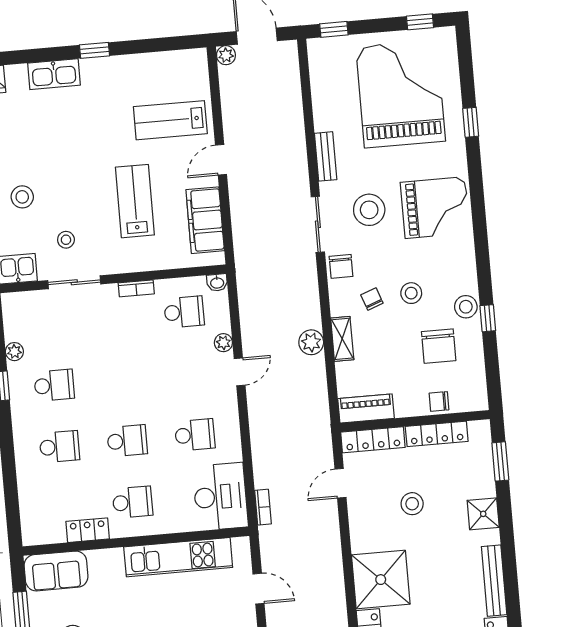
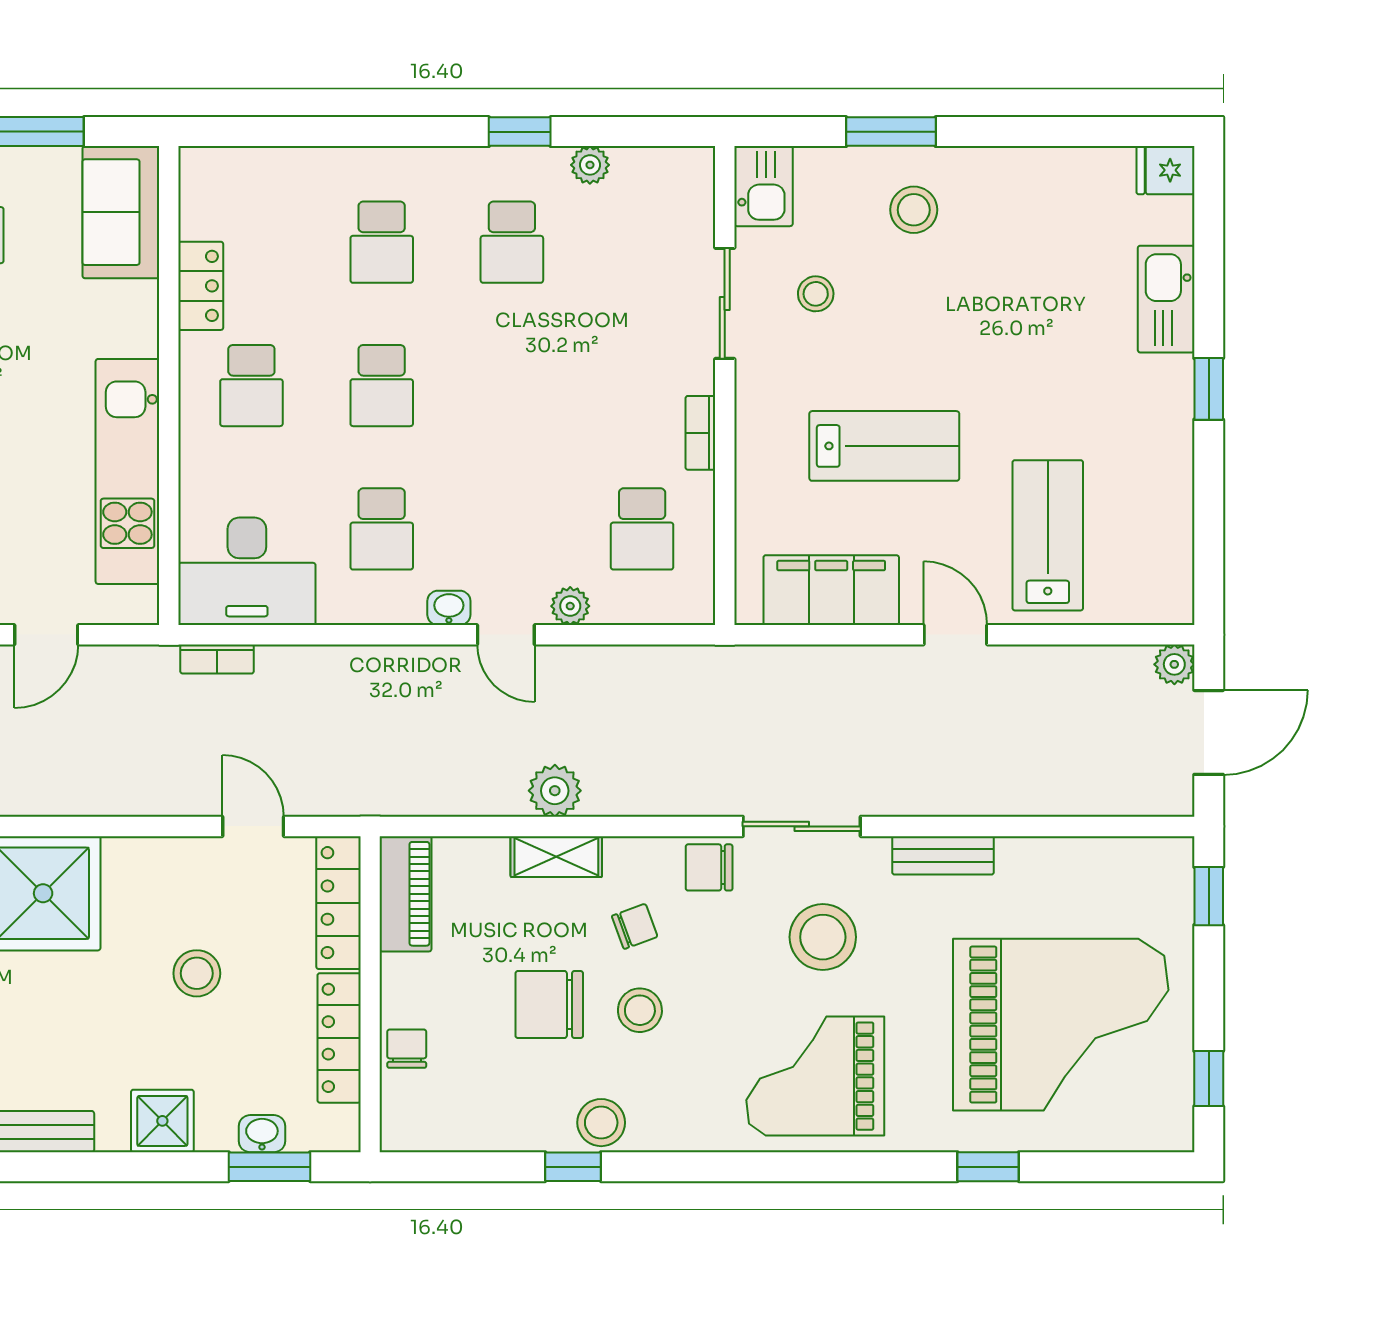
grand piano: (435, 208) -> (815, 1076), turned 90
washbasin: (217, 283) -> (449, 608), moved, turned 90
chair: (439, 346) -> (549, 1005), moved
washbasin: (485, 466) -> (262, 1134), added

